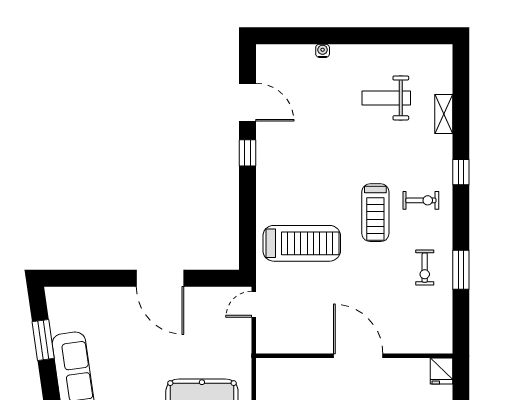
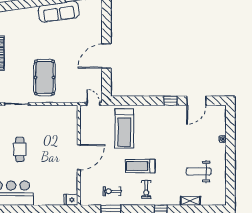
weight bench: (386, 98) -> (199, 172), turned -90
wall: (354, 356) -> (79, 155), moved
door: (358, 356) -> (79, 157), moved
fridge: (441, 371) -> (71, 200), moved

